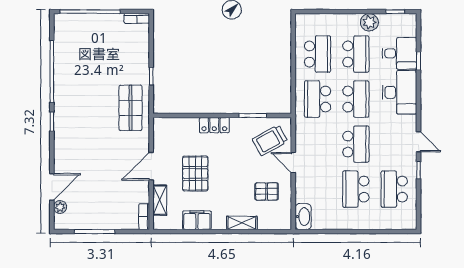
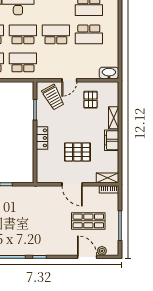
school desk: (318, 99) -> (23, 62), turned 180
shop shelf: (131, 108) -> (88, 221), moved
shelving: (160, 200) -> (107, 178), moved
filing cabinet: (197, 220) -> (112, 140), moved

